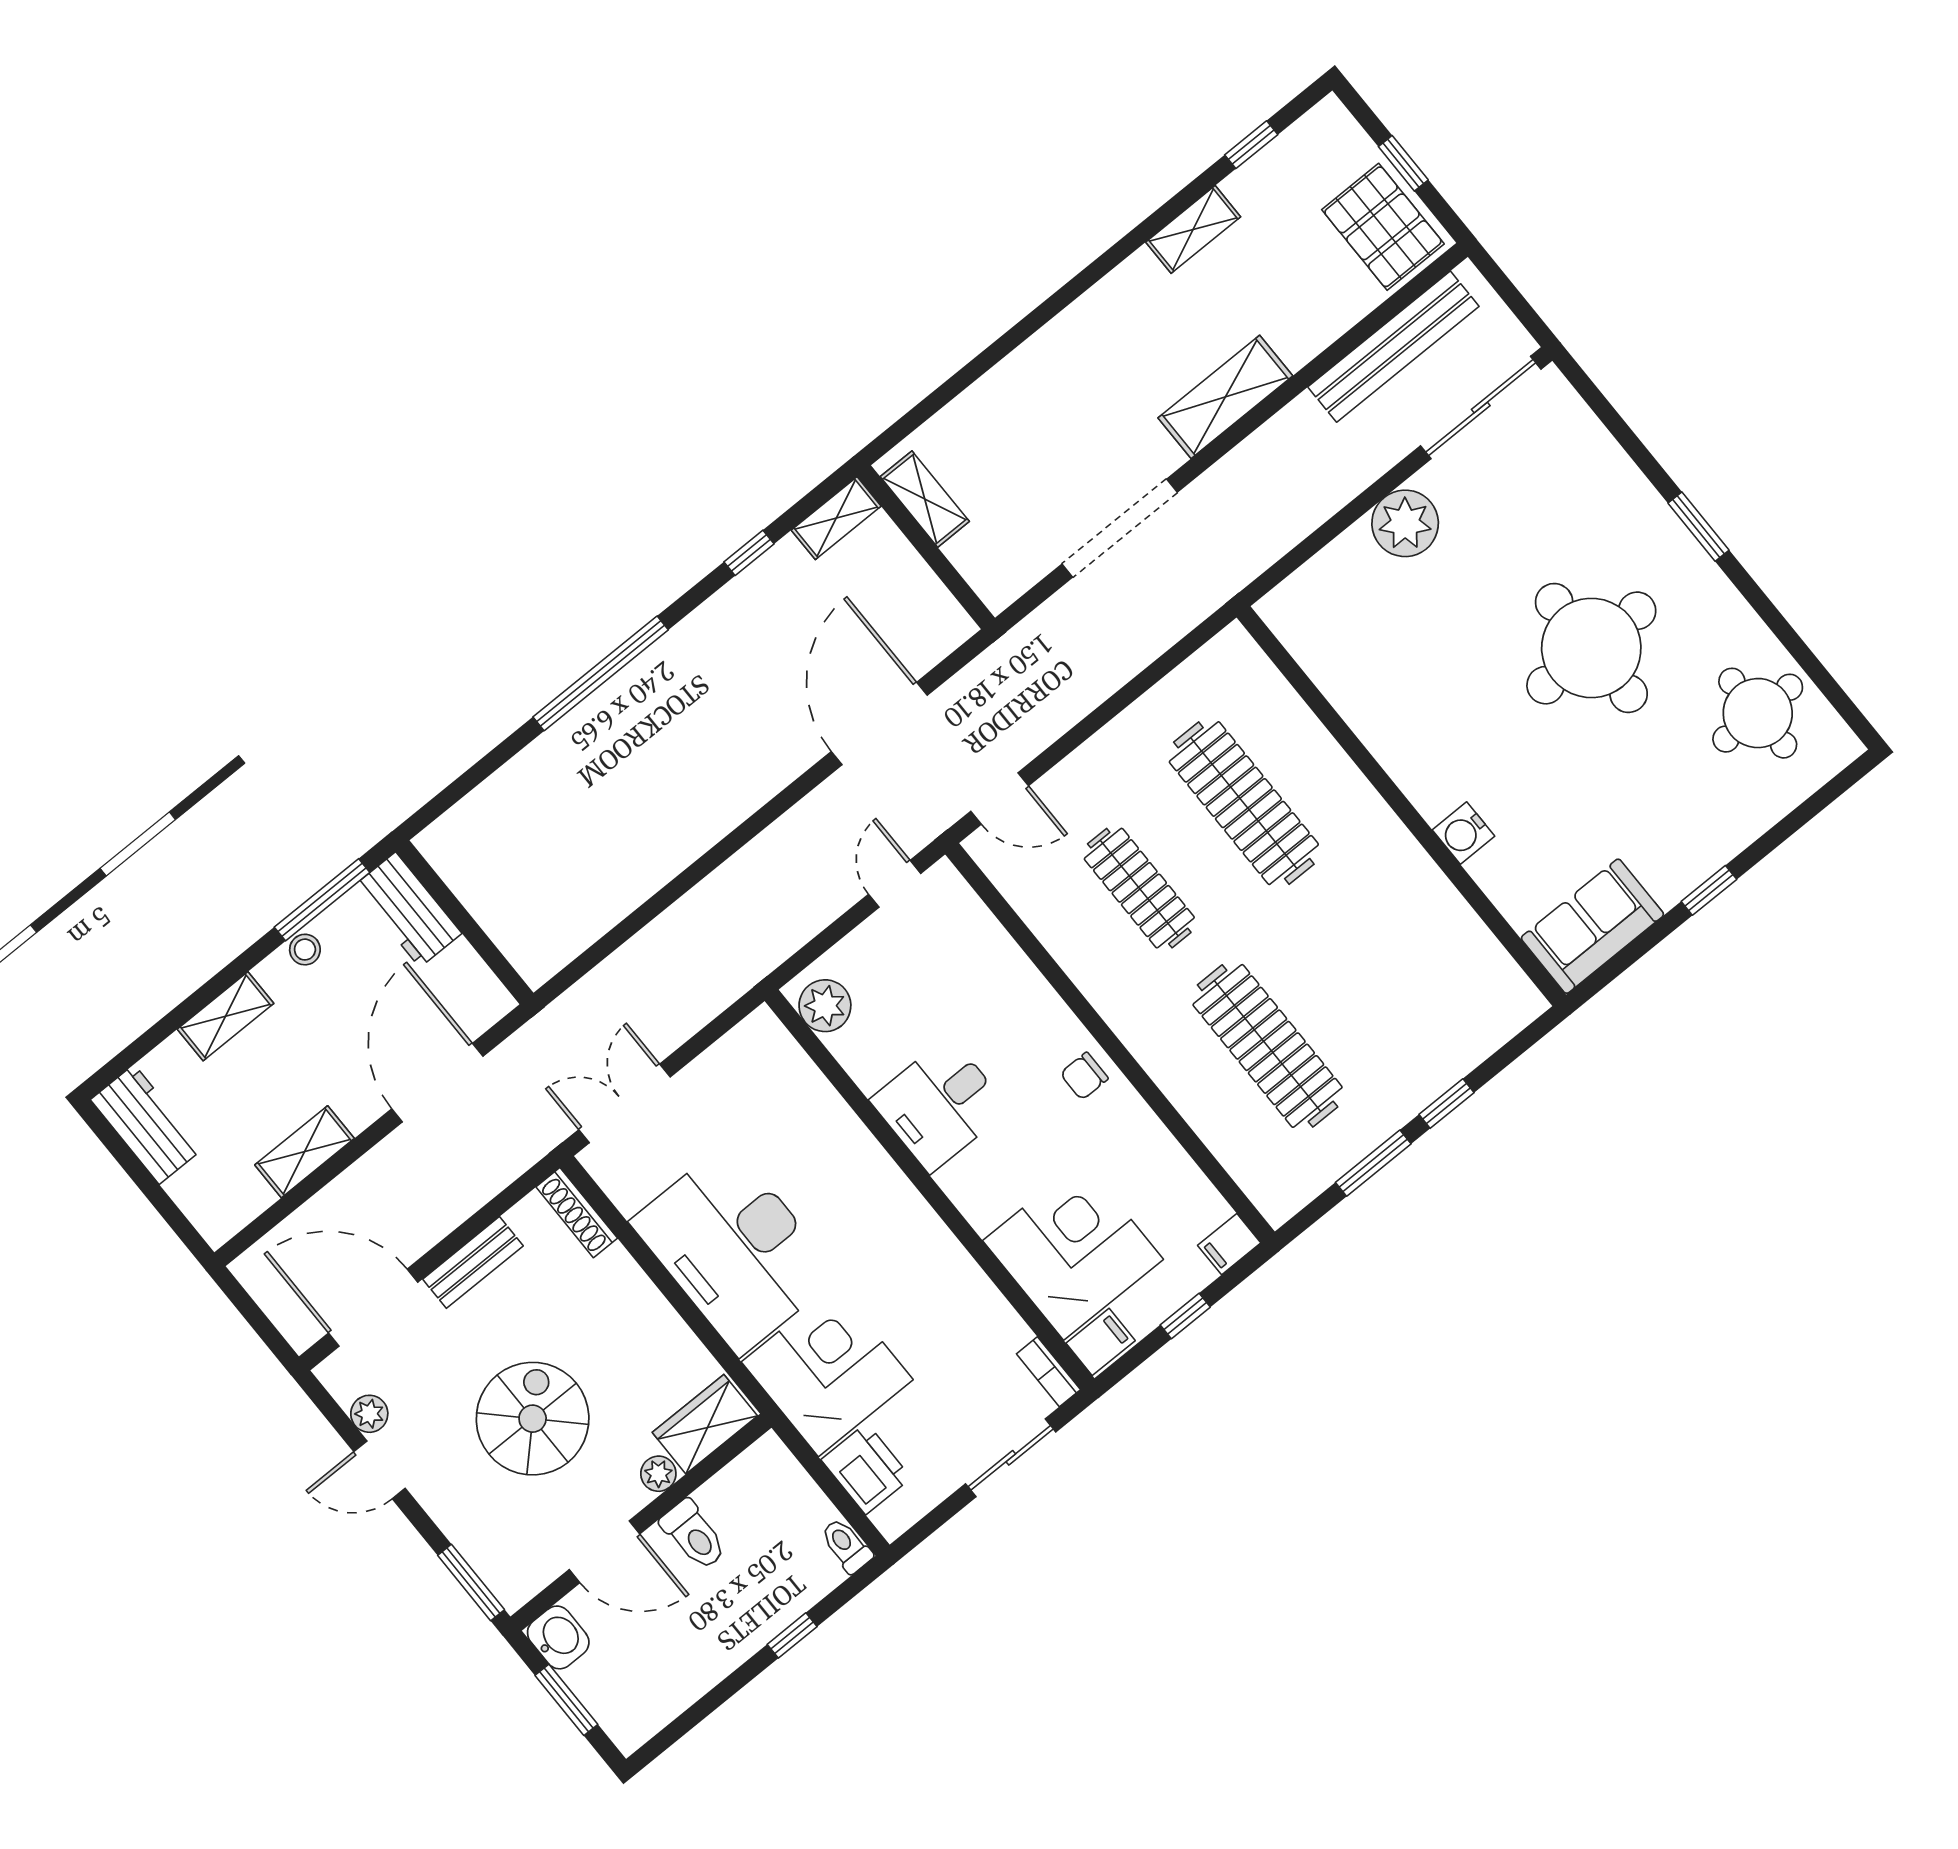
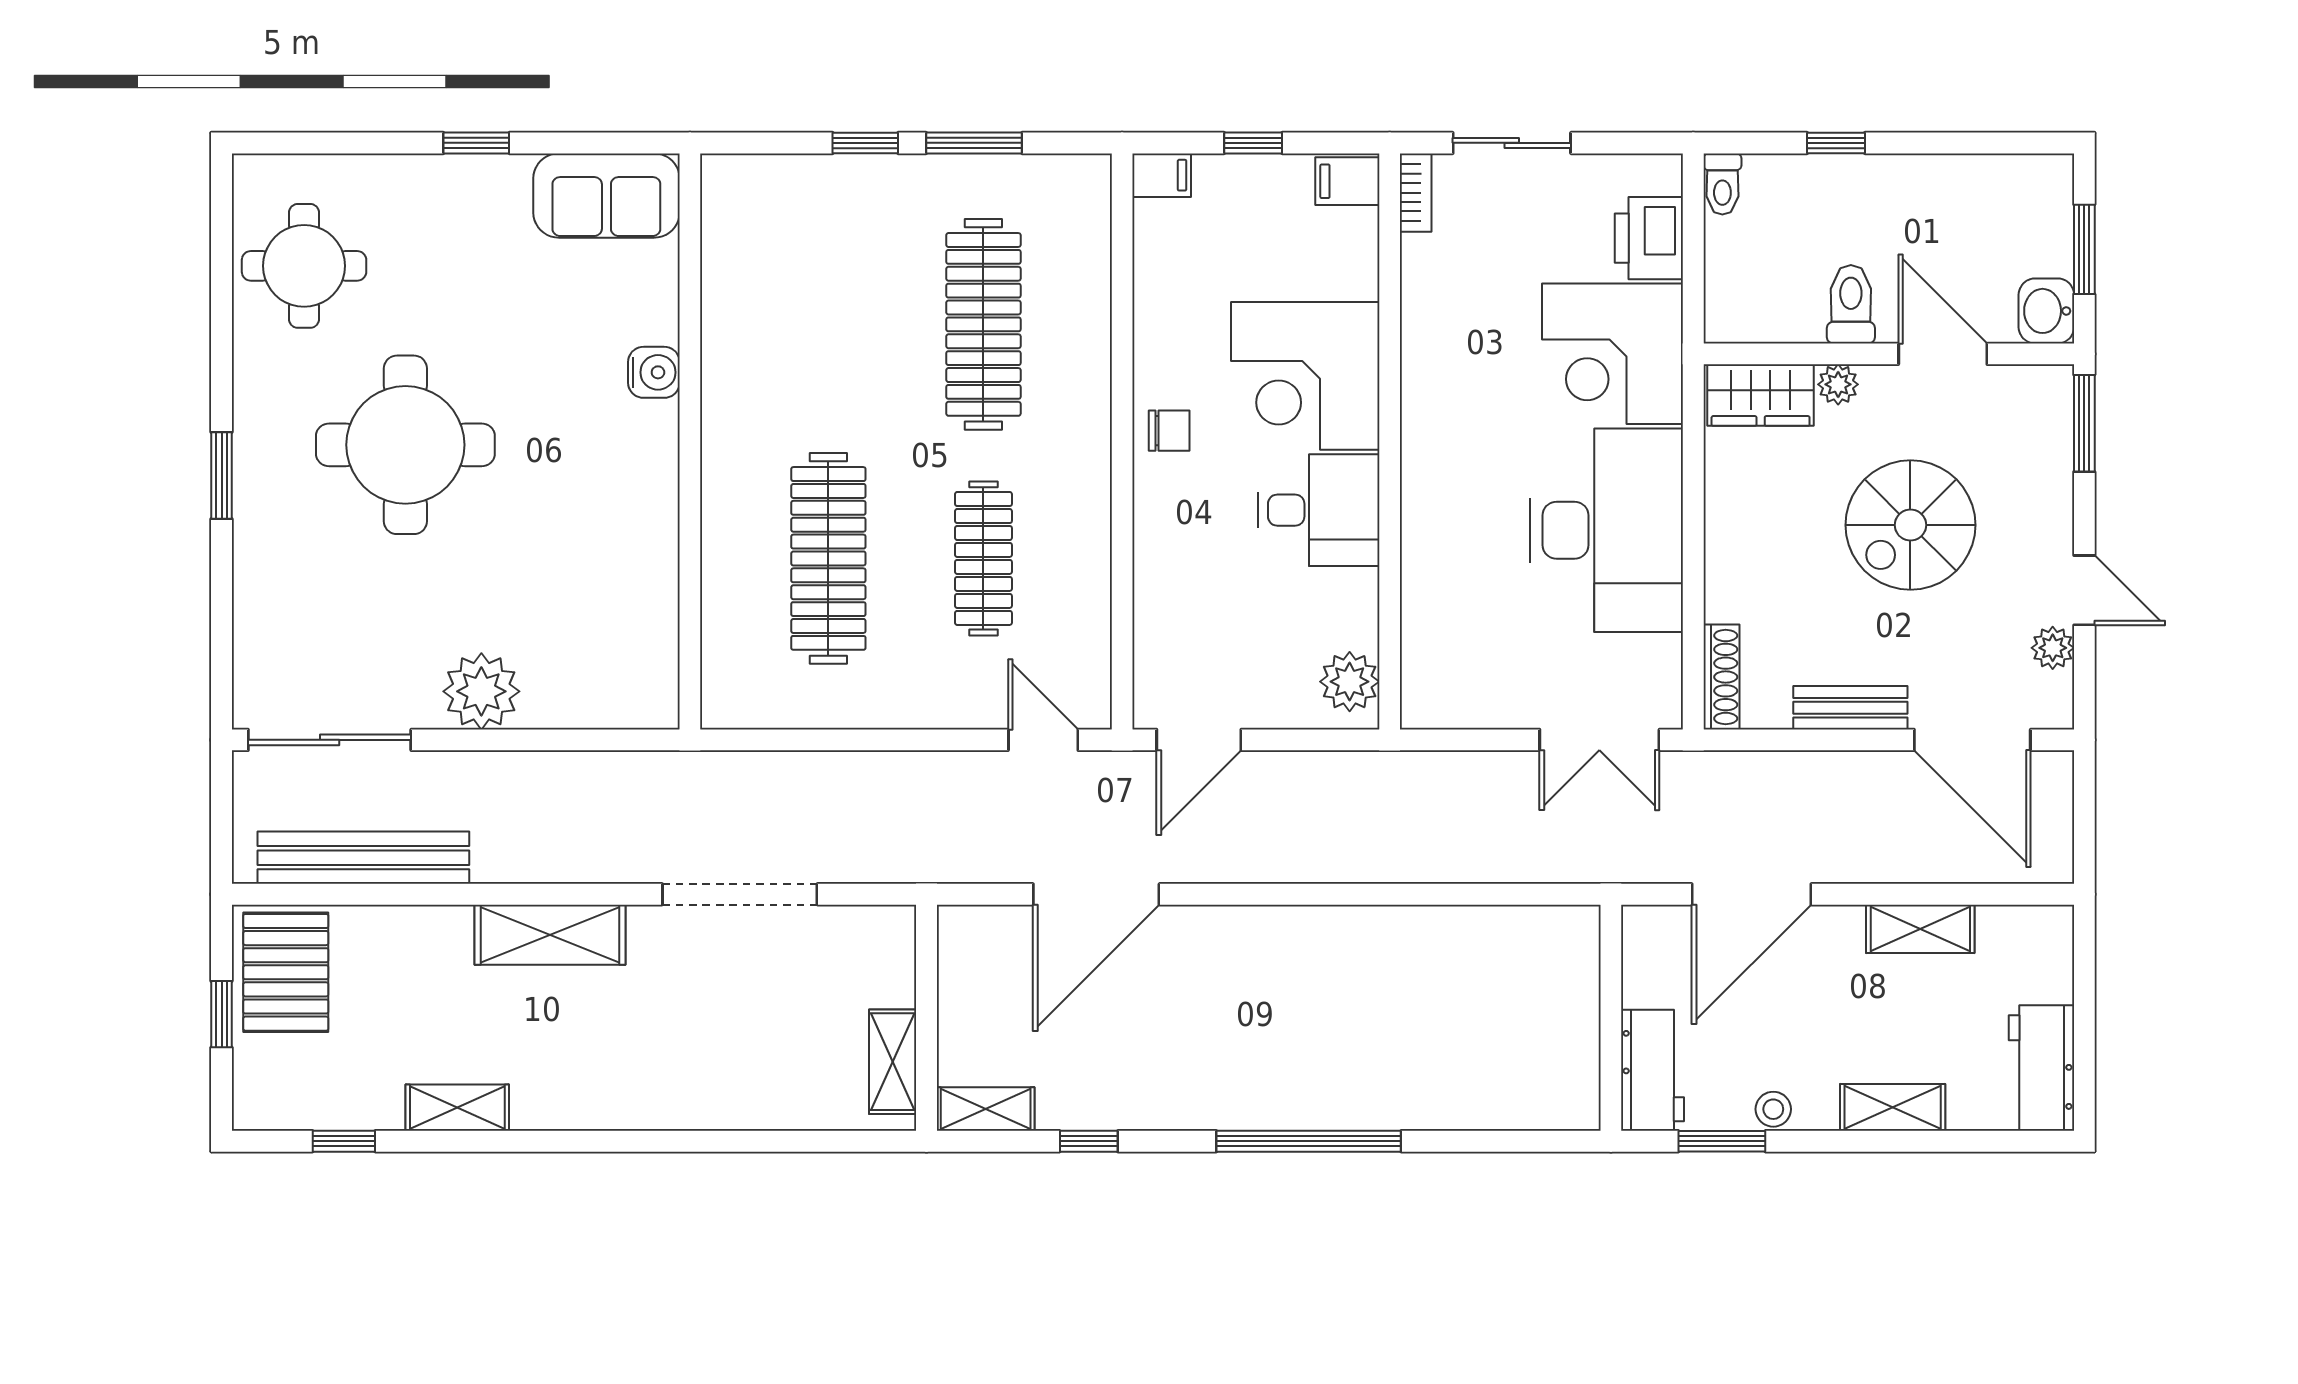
door: (895, 884) -> (1199, 740), width x1.37
window: (322, 900) -> (1722, 1141), width x0.69
corner desk: (1073, 1250) -> (1305, 376), moved

